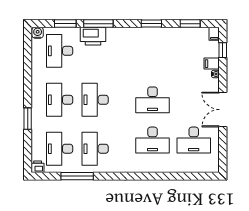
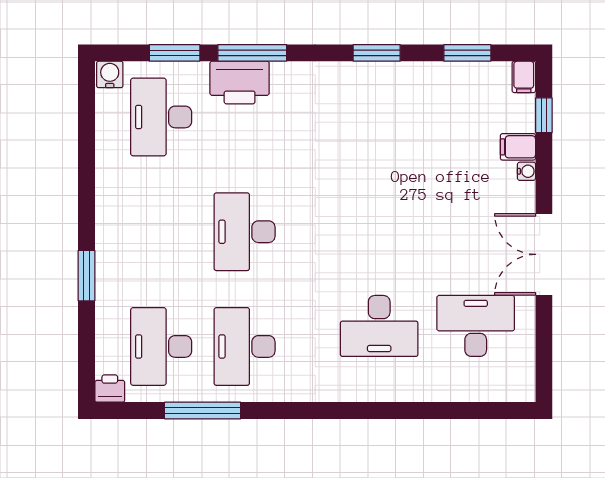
desk: (60, 100) -> (161, 232), removed
desk: (153, 100) -> (379, 232), removed
desk: (194, 140) -> (476, 326), turned 180

